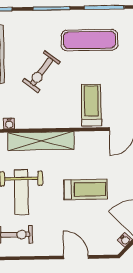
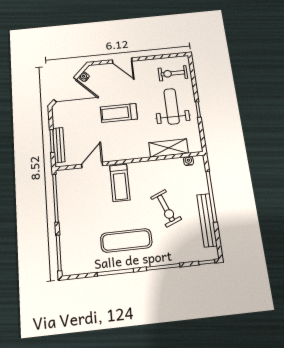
exercise bike: (41, 72) -> (166, 208), turned 121
shelving: (41, 141) -> (169, 148), width x0.68

